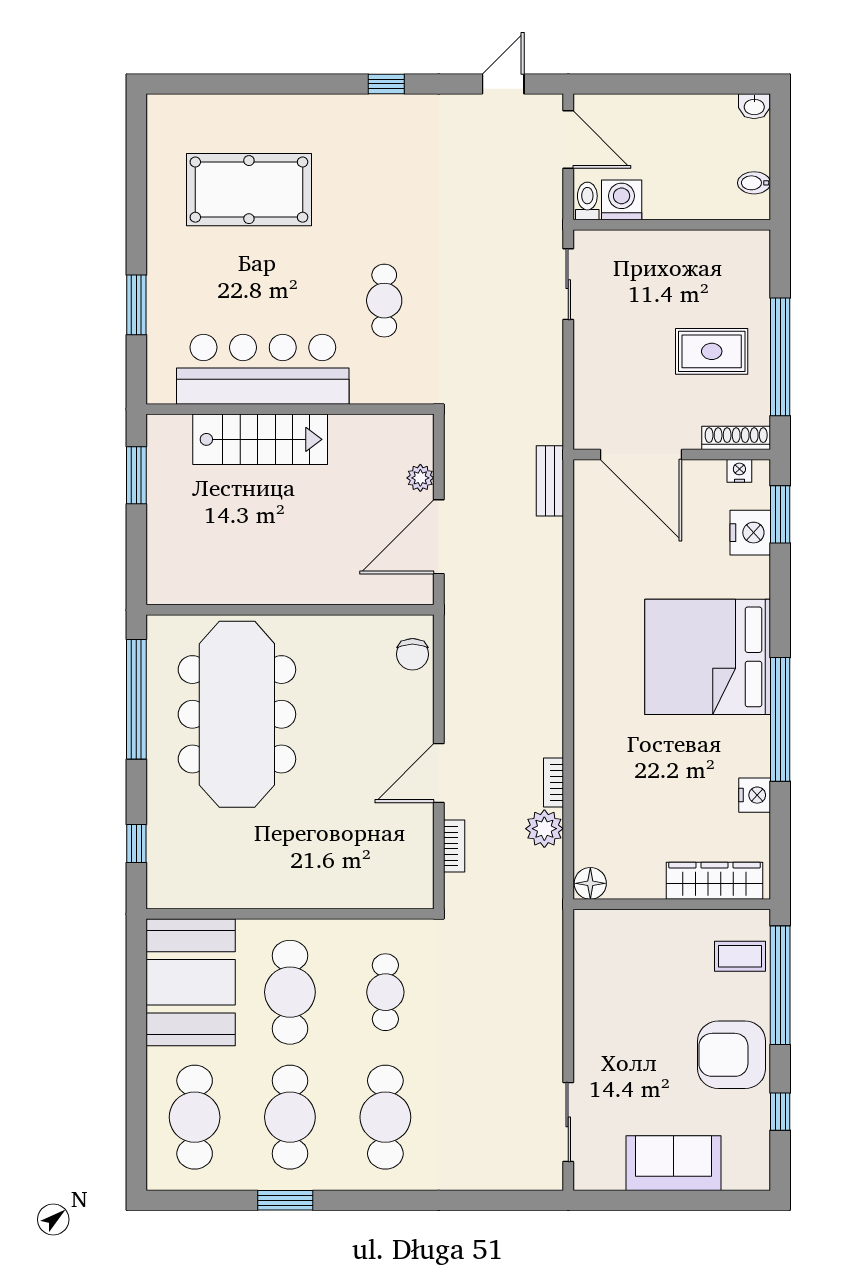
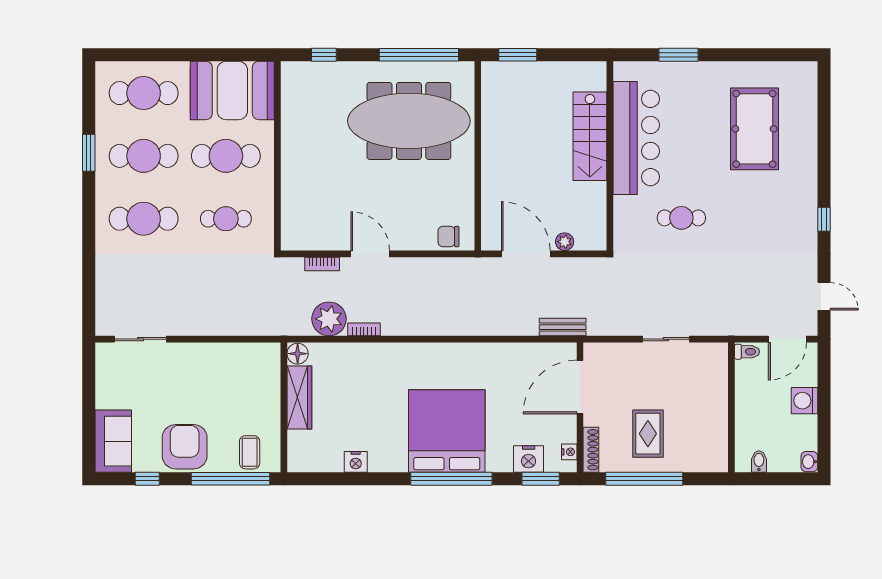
washing machine: (622, 200) -> (804, 401), moved, turned 180
sliding door: (568, 284) -> (666, 339), moved
window: (136, 475) -> (518, 55), moved
window: (780, 719) -> (451, 479), moved
plant: (544, 829) -> (329, 319), width x1.36, depth x1.36
wardrobe: (714, 881) -> (299, 398), moved
sofa: (673, 1163) -> (113, 441), moved

